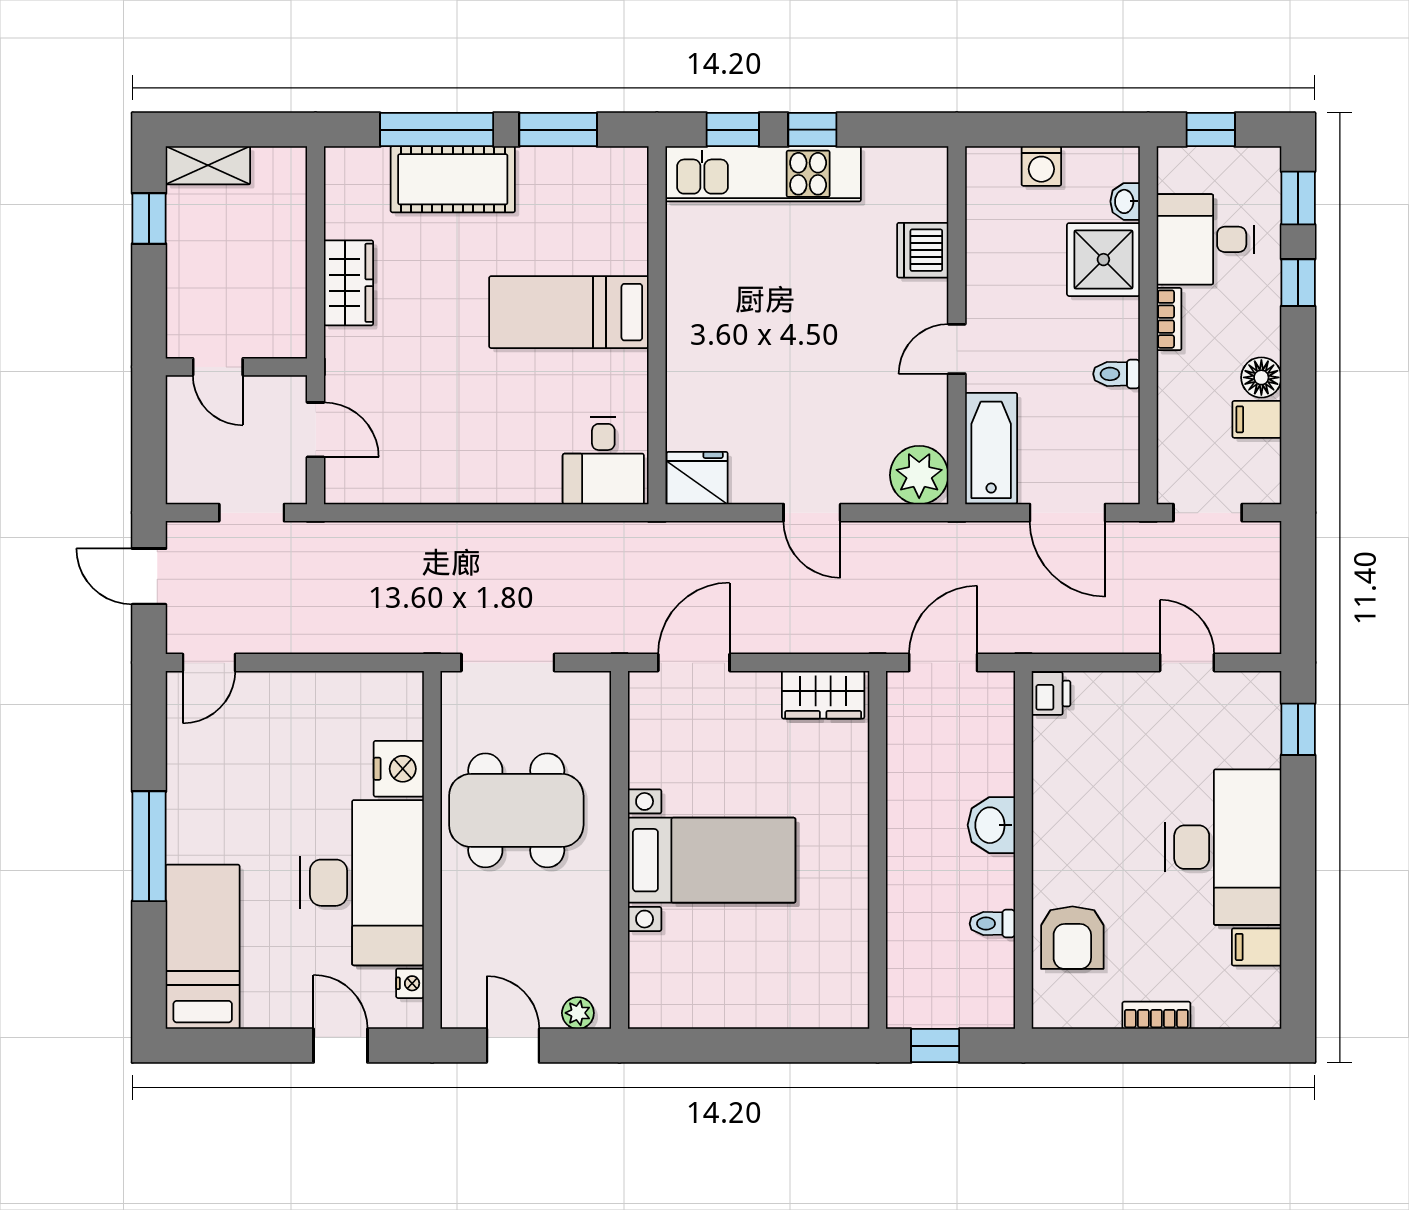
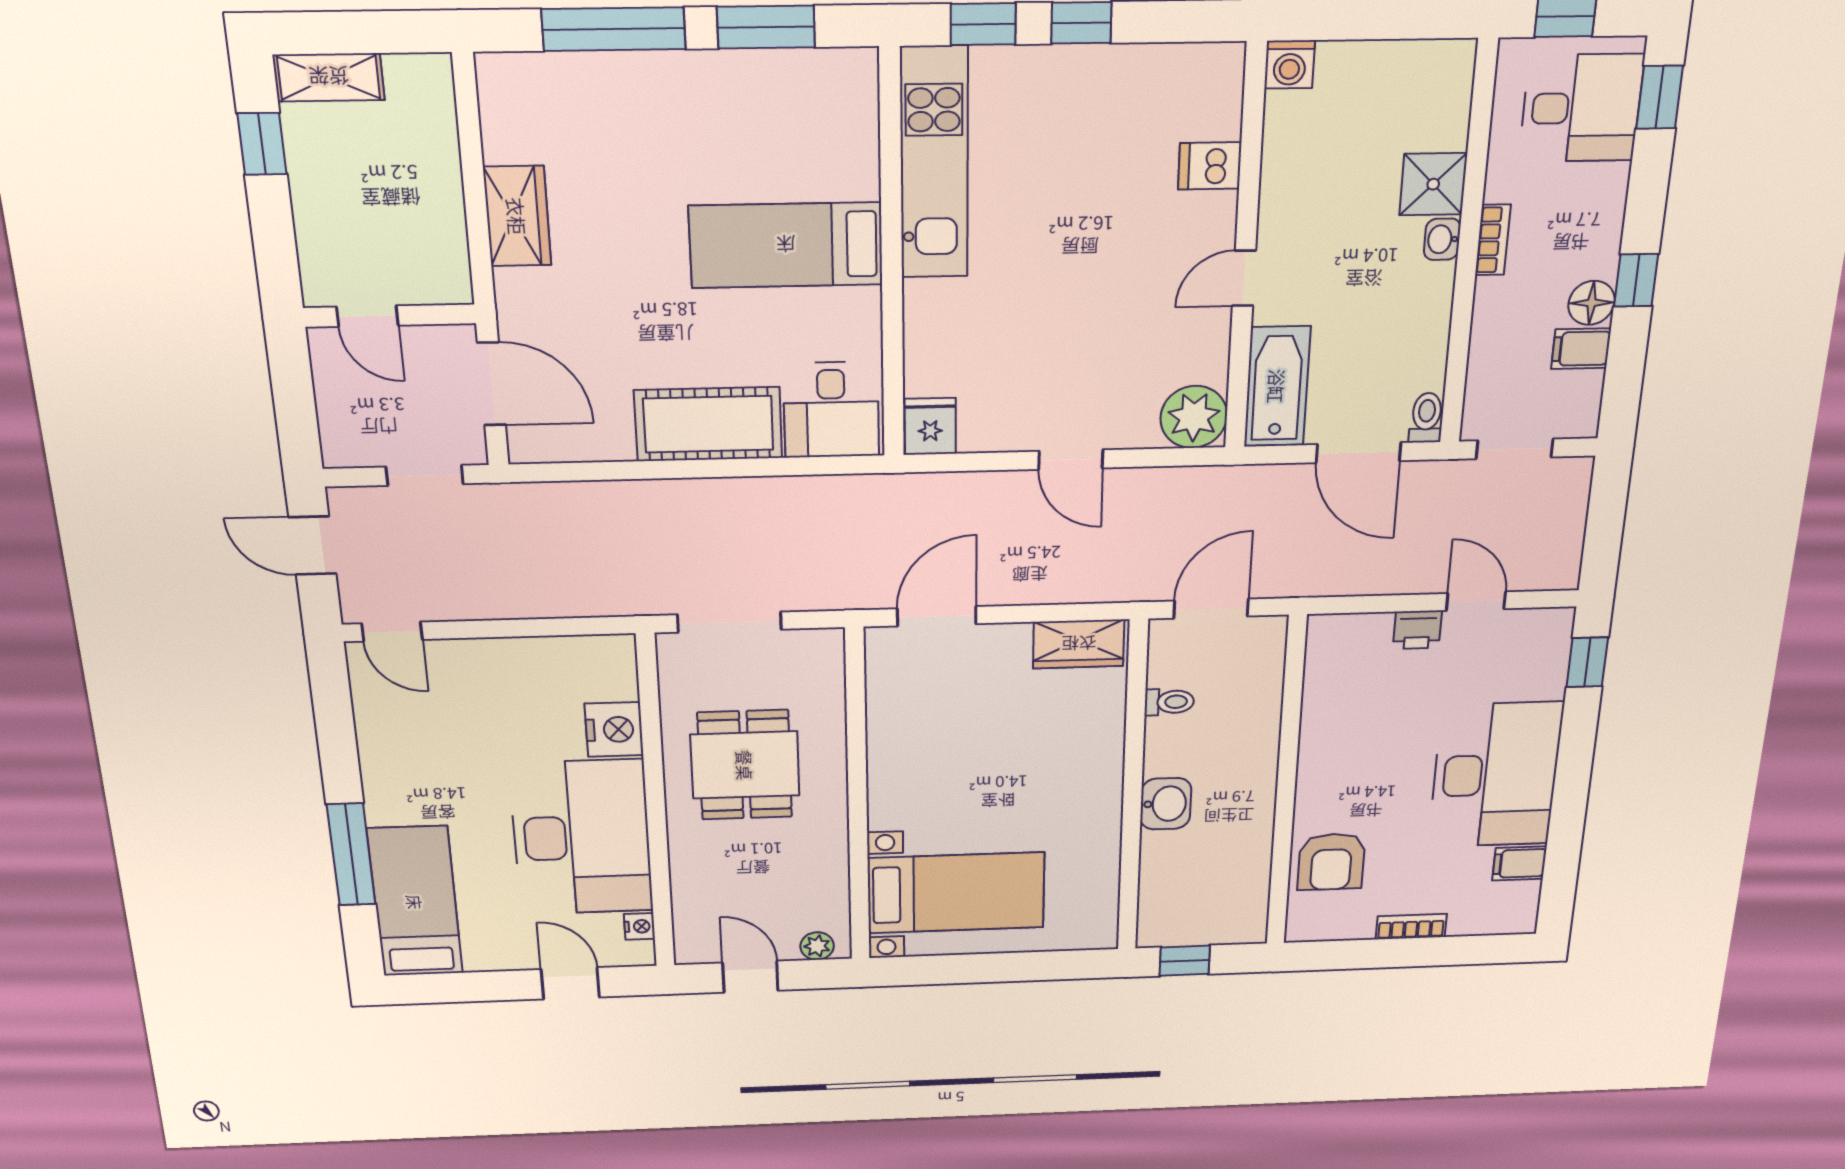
washing machine: (1041, 166) -> (1290, 65), moved
kitchen unit: (763, 174) -> (934, 163), moved, turned -90
cot: (453, 179) -> (708, 424), moved
washbasin: (1125, 201) -> (1442, 239), moved
desk: (1205, 239) -> (1581, 108), moved, turned 180
dishwasher: (923, 250) -> (1210, 166), width x0.73
shower: (1103, 260) -> (1433, 184), width x0.73, depth x0.73
window: (1298, 283) -> (1636, 280), moved
toilet: (1116, 374) -> (1426, 418), moved, turned 90
door: (316, 430) -> (491, 384), width x1.38
fridge: (697, 478) -> (930, 426), width x0.72
door: (209, 663) -> (392, 632), hinge flipped
printer: (1051, 693) -> (1417, 630), moved, turned 90
dining table: (516, 810) -> (745, 765), width x0.73
washbasin: (991, 825) -> (1166, 804), moved, turned 180
window: (149, 846) -> (351, 855), moved
bed with nightstands: (712, 860) -> (956, 893), moved
toilet: (992, 924) -> (1169, 702), moved, turned 180

